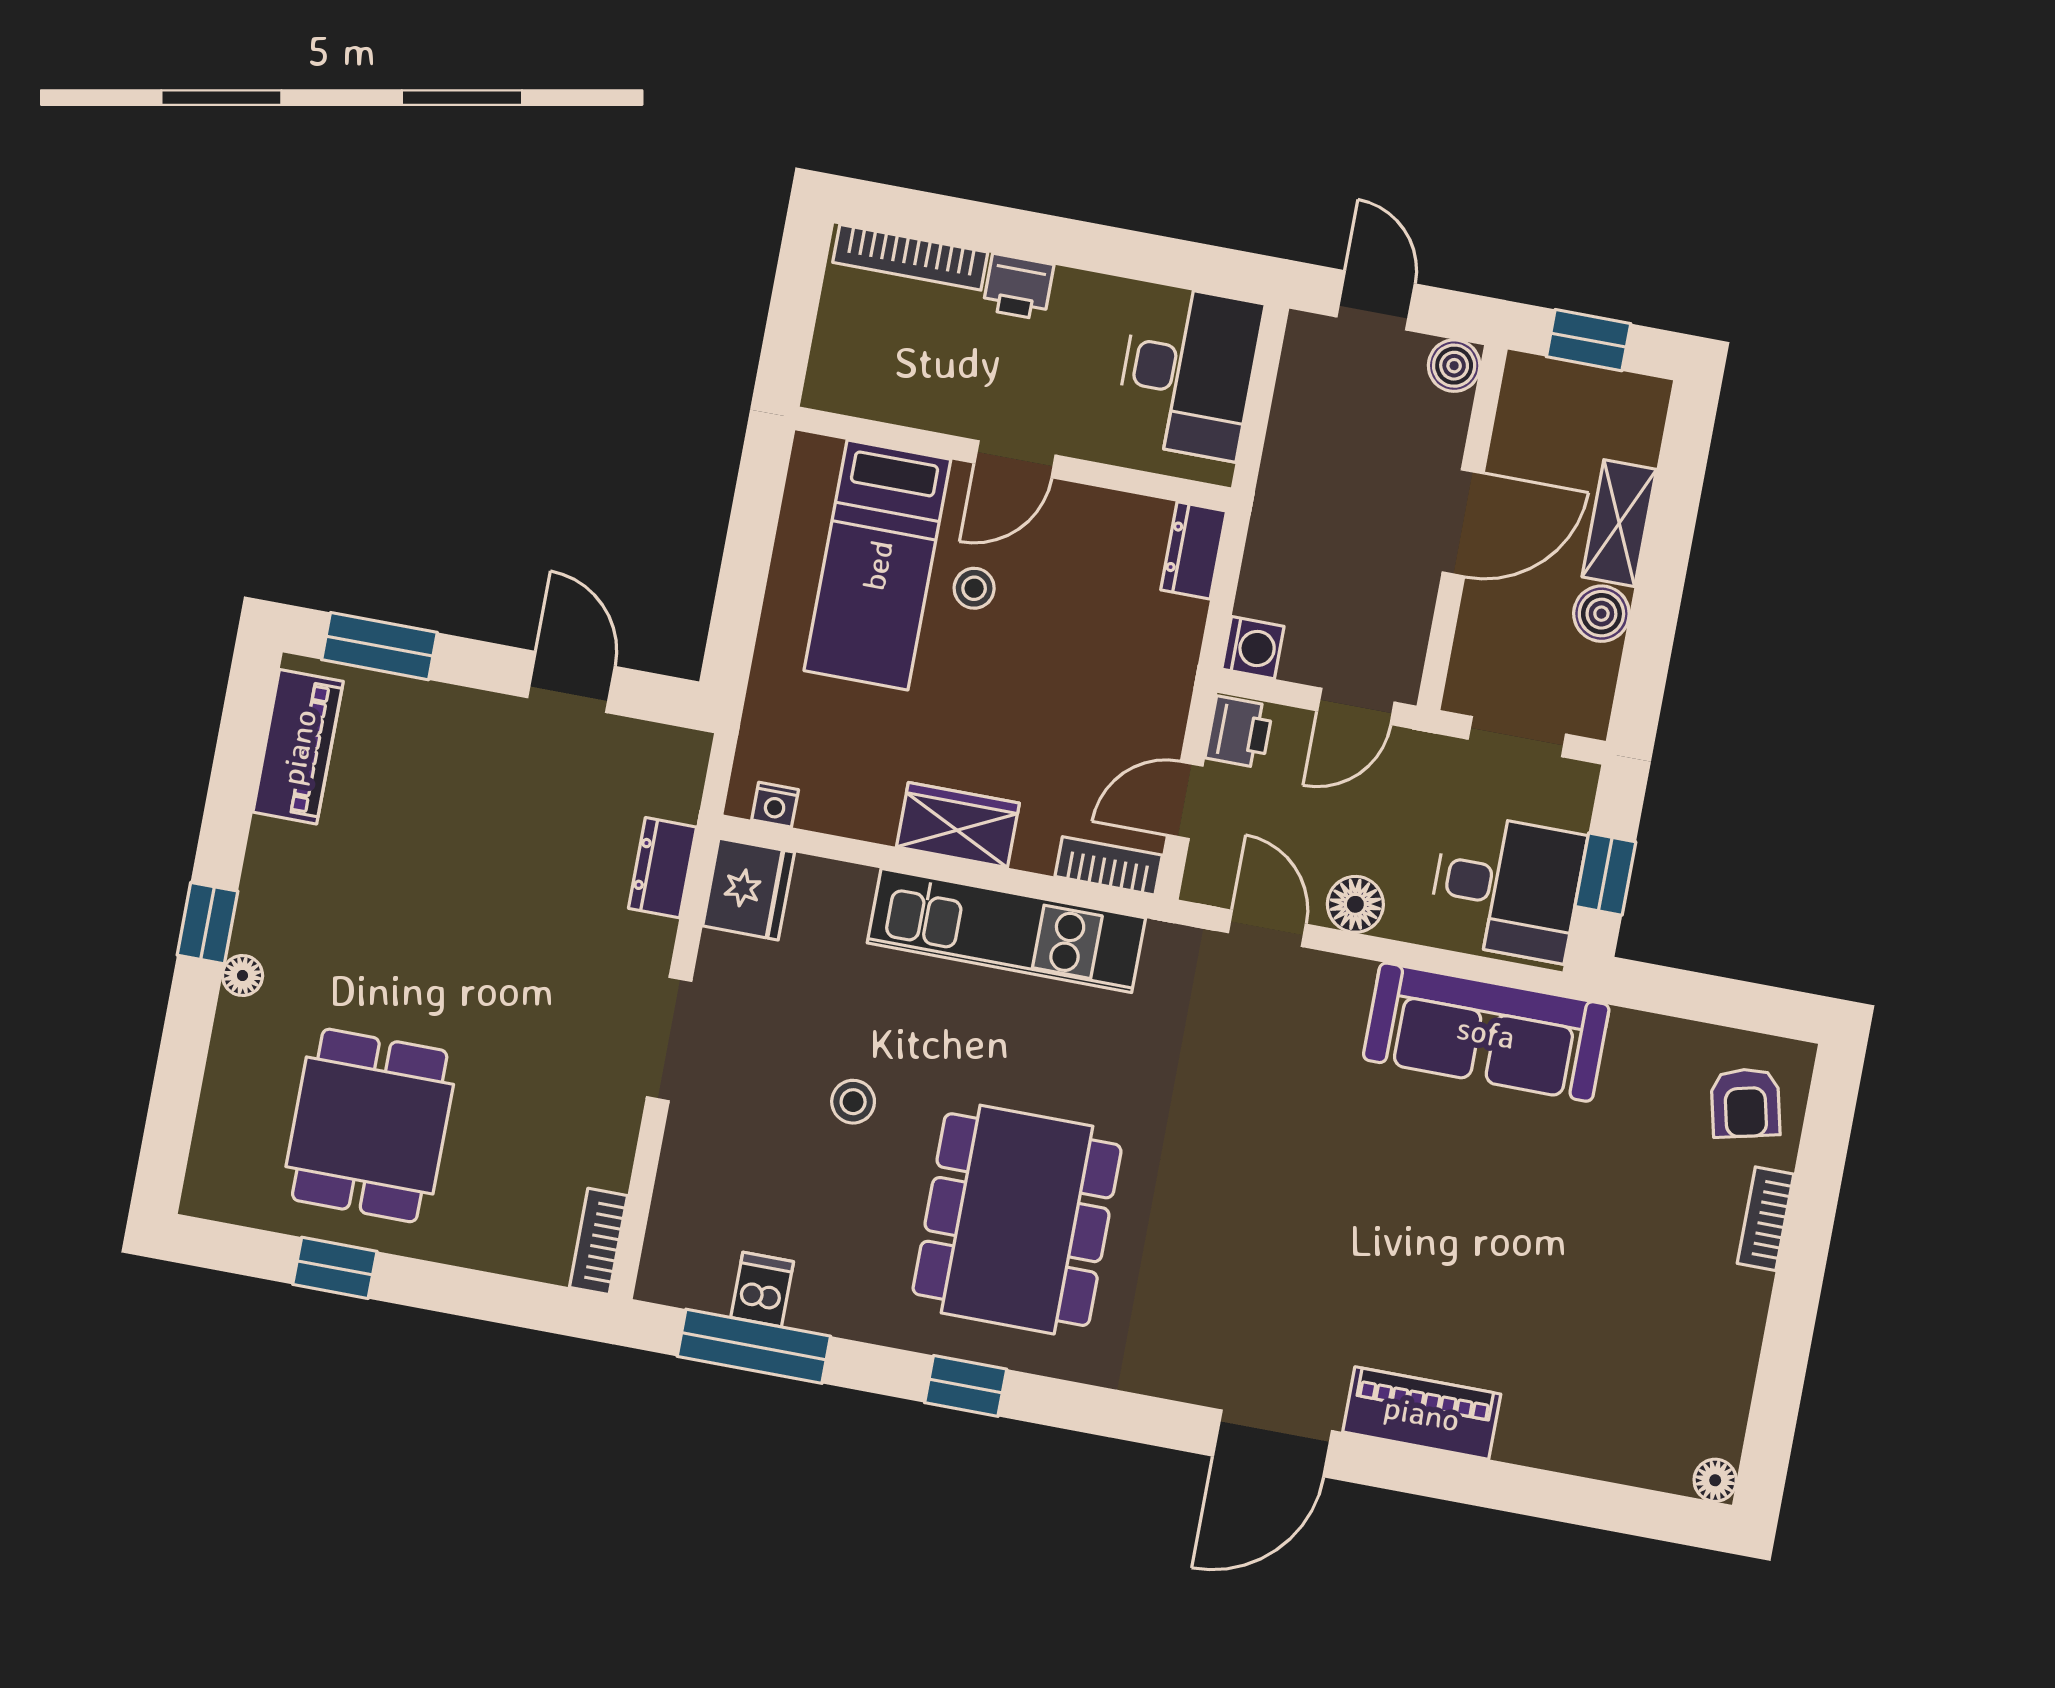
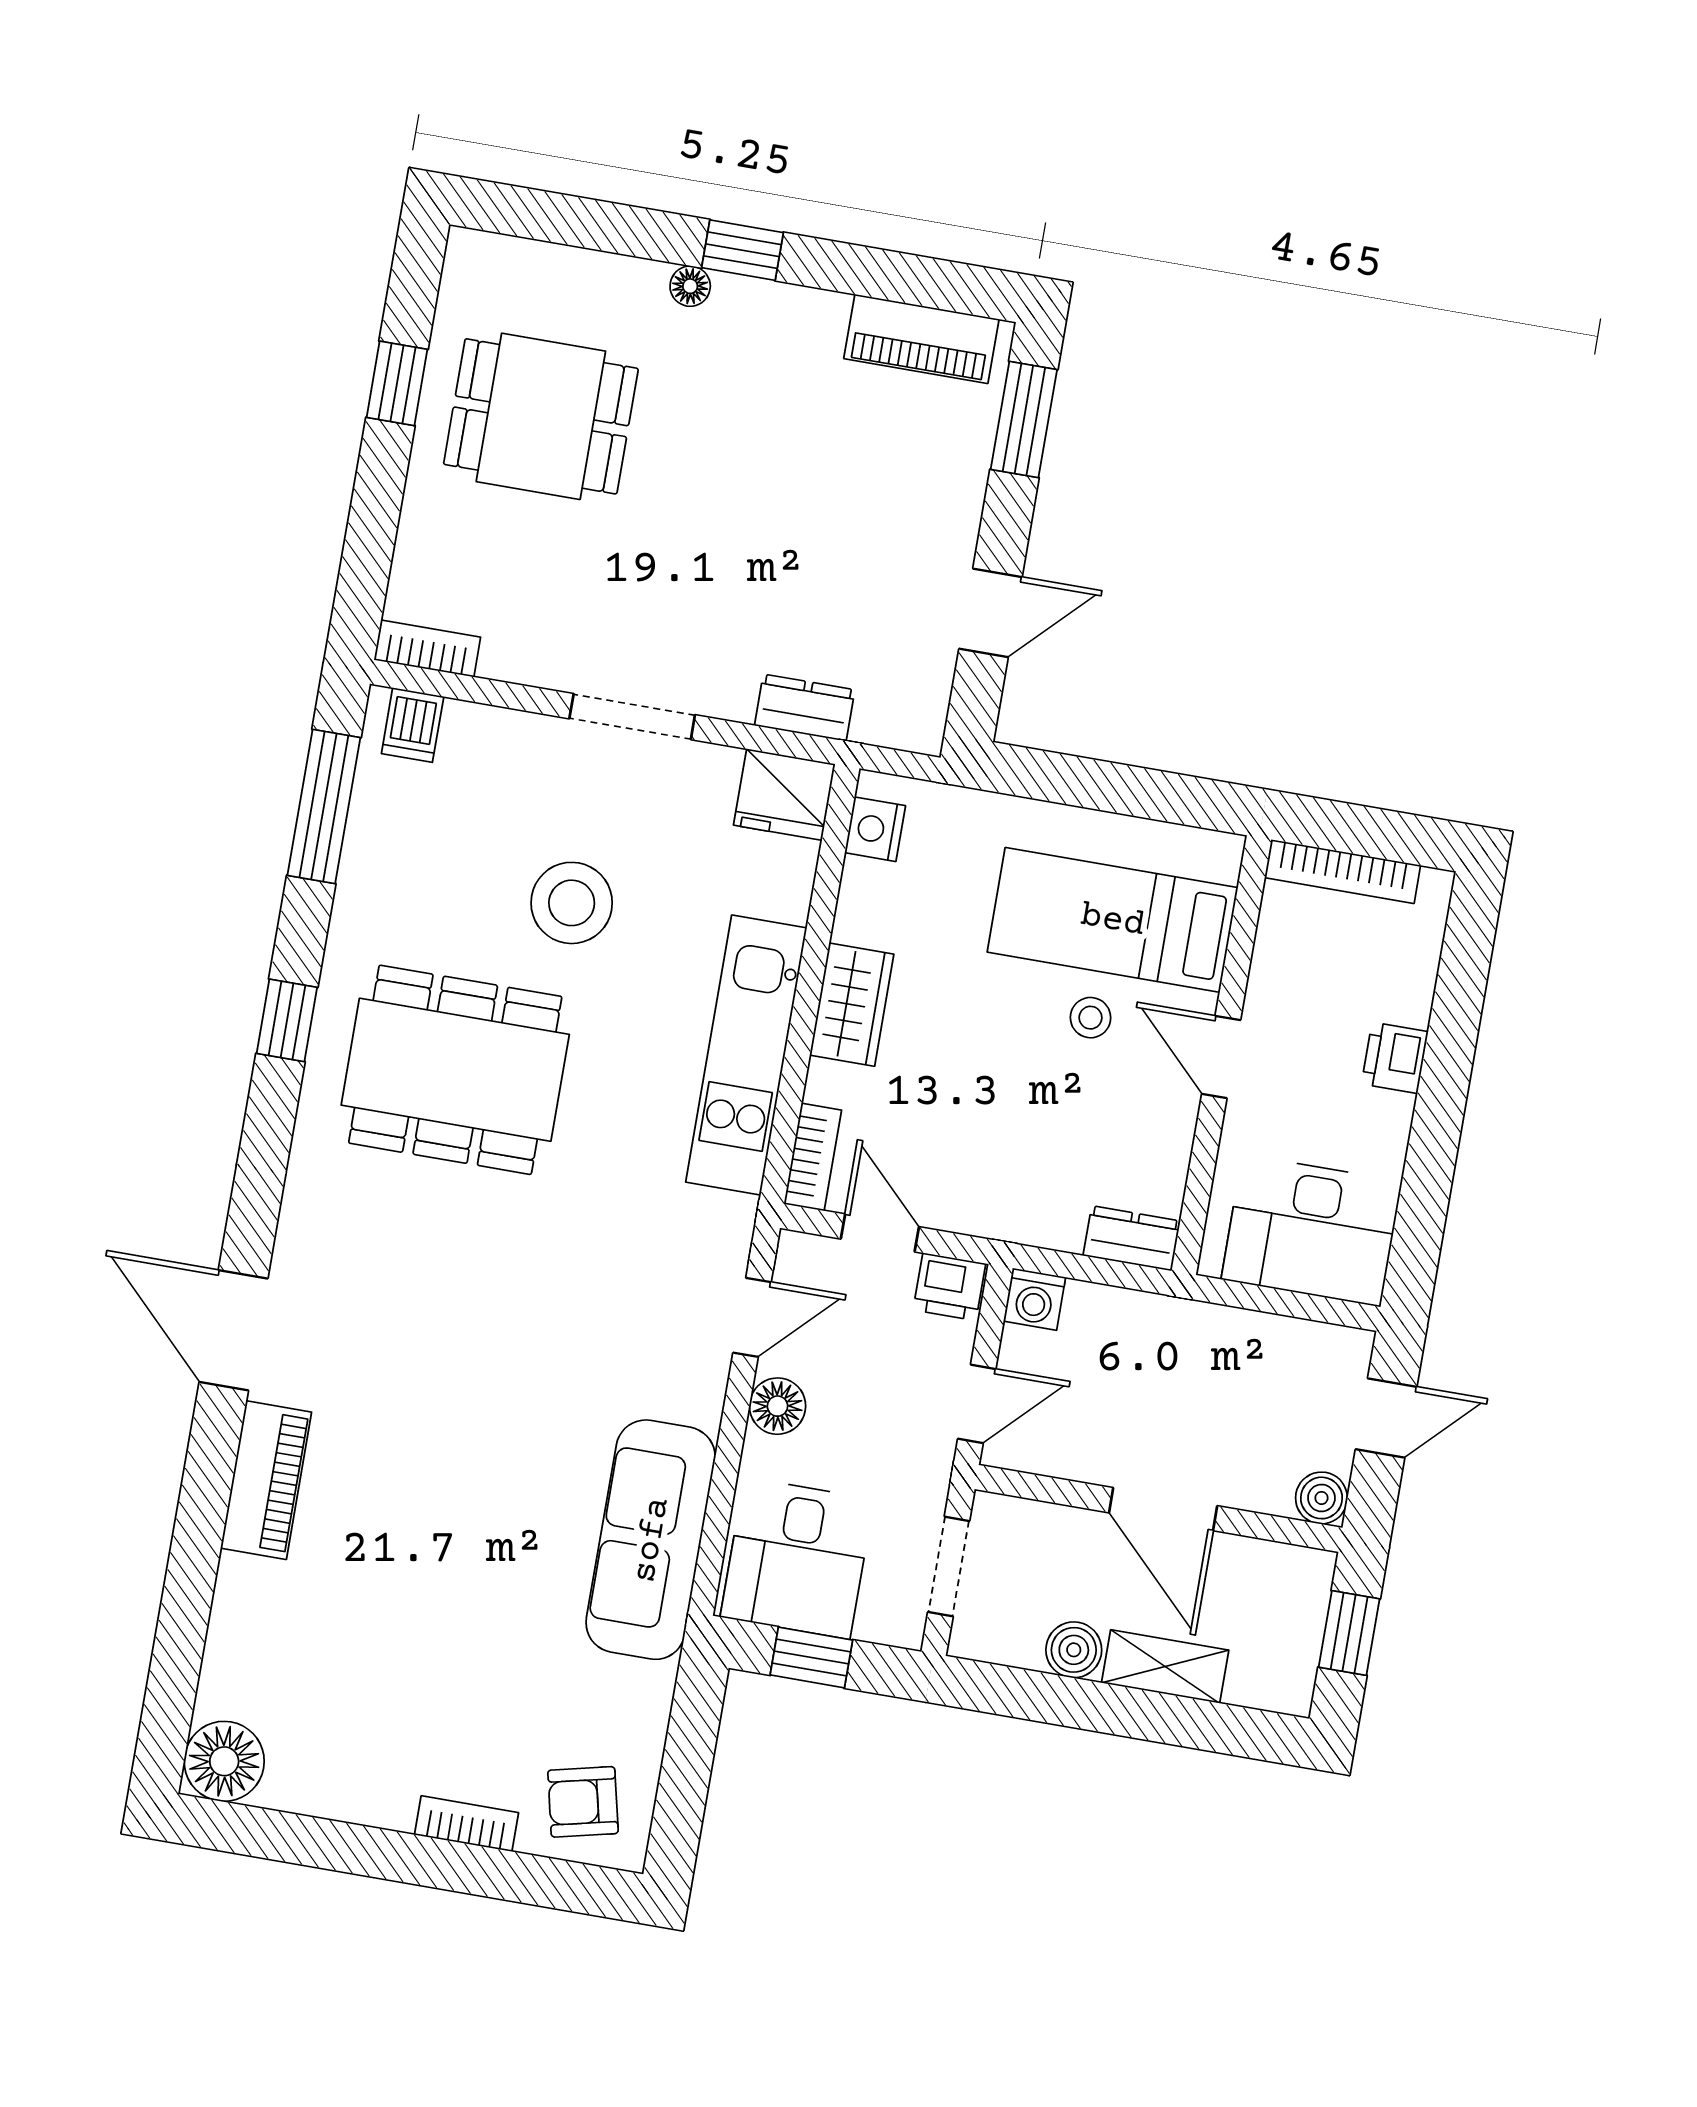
bookcase: (910, 257) -> (1343, 871), moved, turned -90
door: (1356, 706) -> (977, 1404), swing flipped
nightstand: (775, 805) -> (875, 829), width x1.39, depth x1.35
stool: (853, 1102) -> (572, 903), width x1.89, depth x1.89
dishwasher: (762, 1290) -> (413, 725), moved, turned 90
floor lamp: (1715, 1480) -> (224, 1761), width x1.89, depth x1.89

